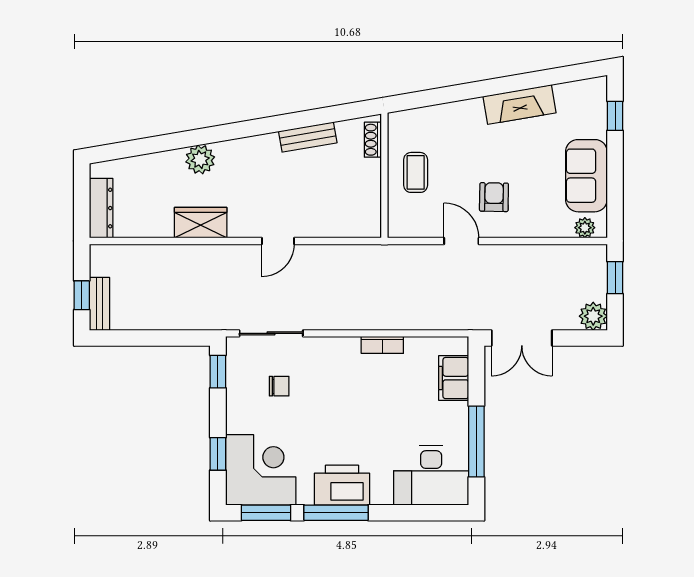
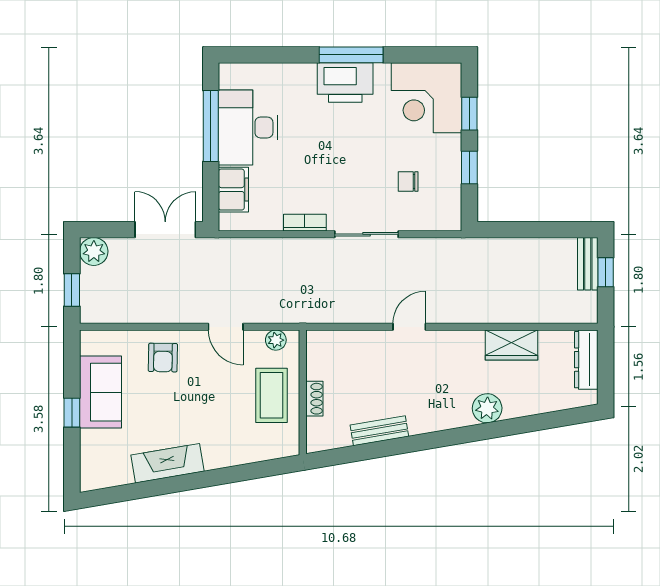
window: (615, 116) -> (72, 413), moved
shoe rack: (373, 140) -> (314, 399), moved
coffee table: (416, 172) -> (272, 395), width x1.36, depth x1.30
armchair: (494, 197) -> (163, 358), moved
wardrobe: (201, 223) -> (512, 345), moved
plant: (585, 228) -> (276, 340), moved
sliding door: (271, 333) -> (367, 234), moved
window: (218, 372) -> (469, 167), moved
desk: (431, 475) -> (248, 127), moved, turned -90
window: (266, 513) -> (421, 55), removed

